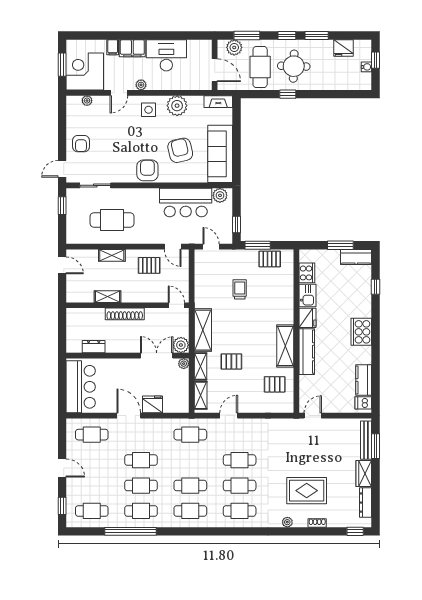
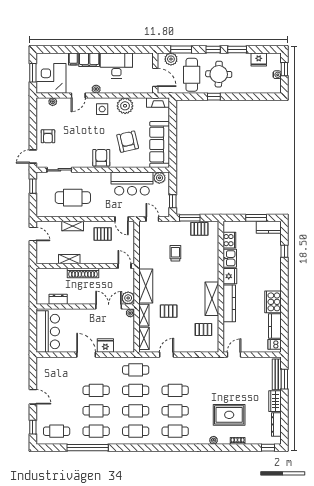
cooker: (361, 332) -> (273, 302), moved
cafe table: (92, 435) -> (136, 390), moved

